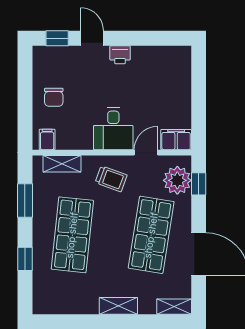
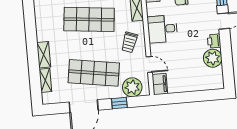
plant: (145, 59) -> (213, 58), added
desk: (113, 129) -> (162, 29), moved
window: (199, 184) -> (119, 103), moved
shelving: (174, 307) -> (45, 80), moved

